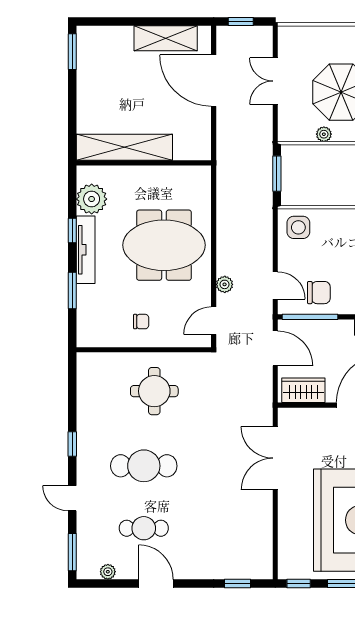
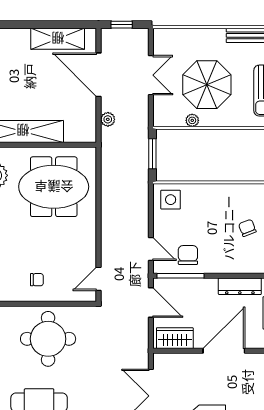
double door: (275, 81) -> (151, 75), swing flipped
meeting table: (164, 245) -> (54, 187), moved
plant: (225, 284) -> (108, 119), moved
chair: (319, 293) -> (188, 255), turned -90
round table: (154, 391) -> (48, 339), width x1.36, depth x1.36

